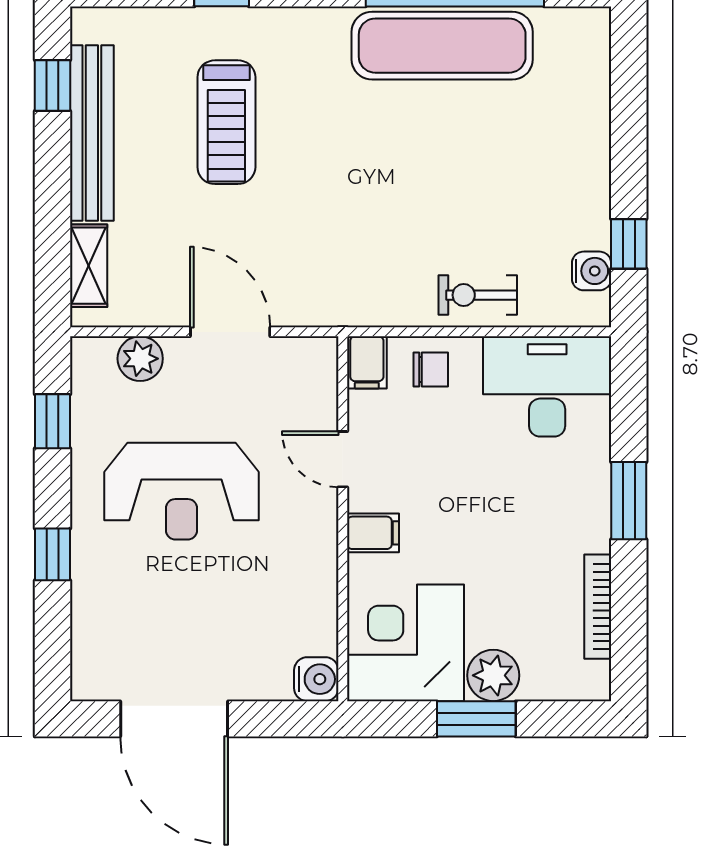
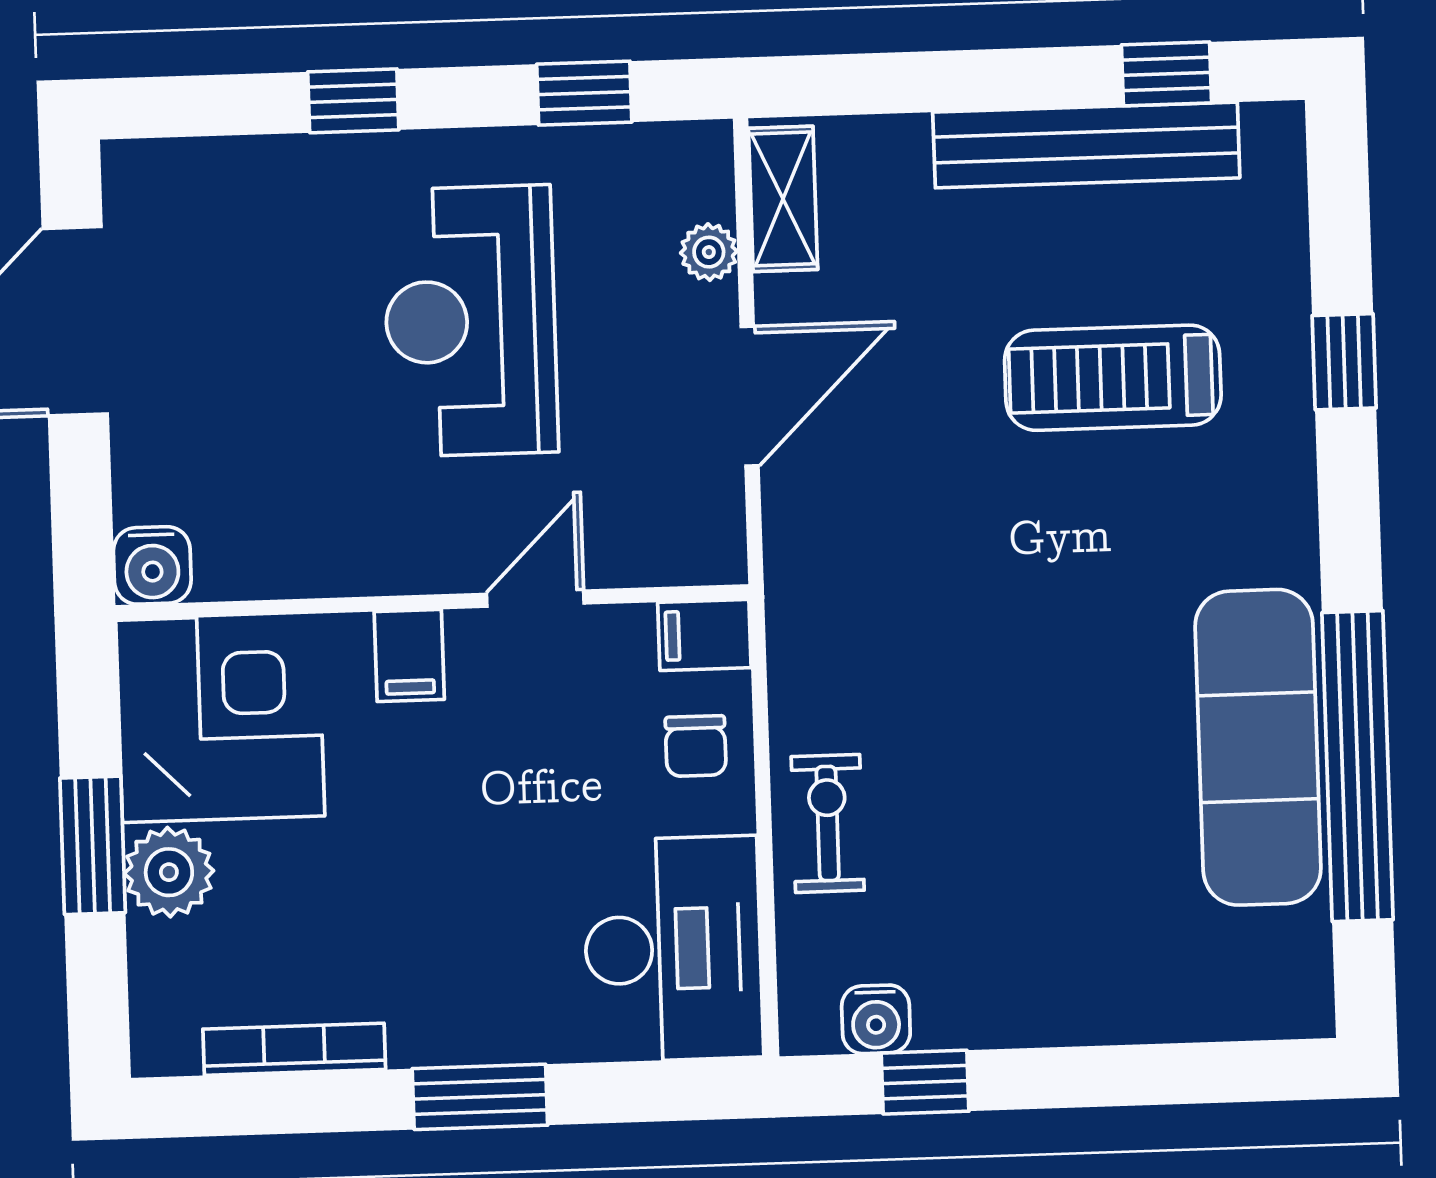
shelving: (89, 266) -> (783, 199), moved, turned 90
plant: (140, 359) -> (709, 252), width x0.73, depth x0.73

